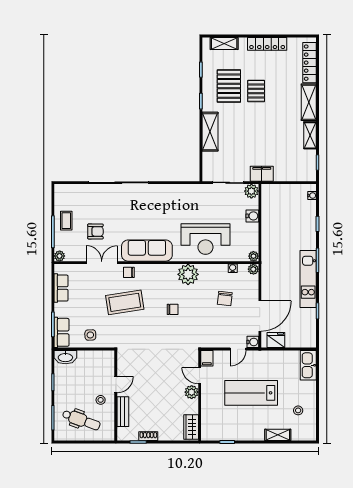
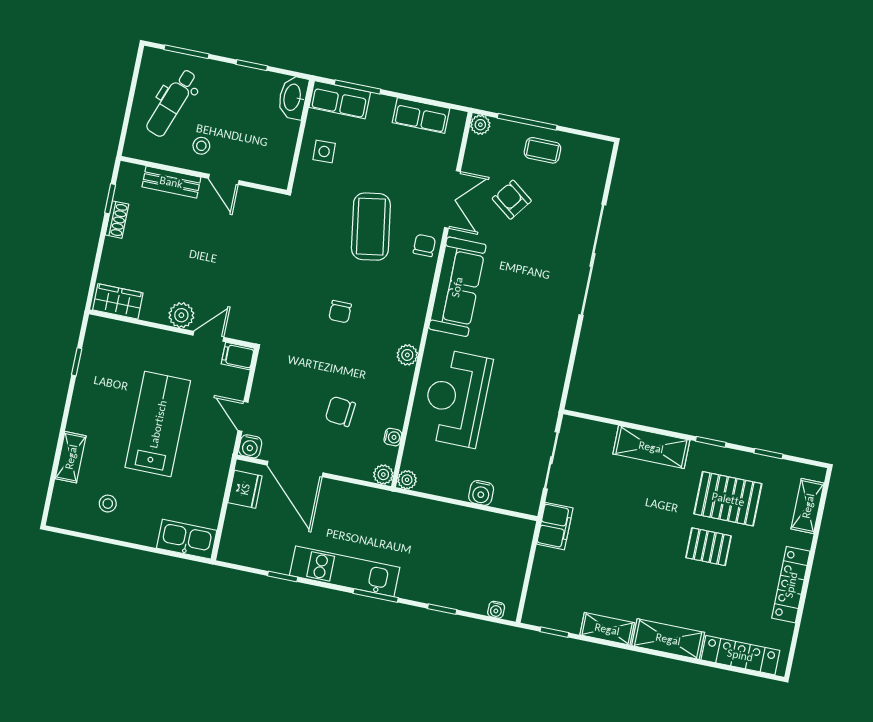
plant: (251, 191) -> (527, 500), removed
armchair: (95, 231) -> (512, 200), turned 127
plant: (188, 274) -> (407, 355), width x0.53, depth x0.53

